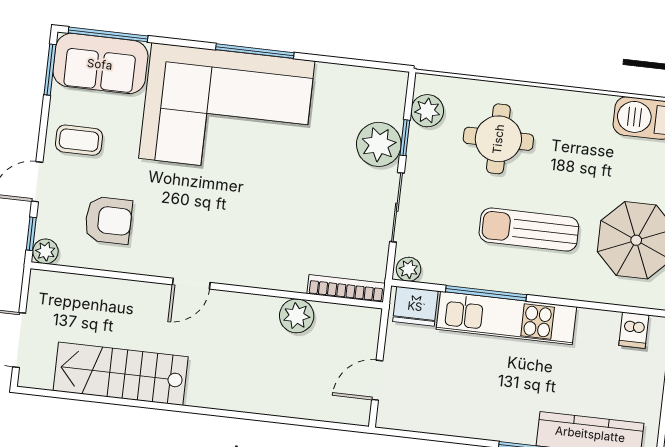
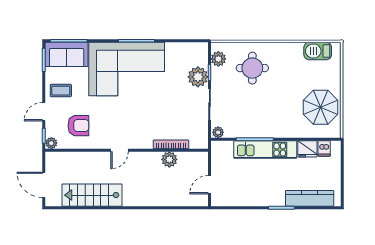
sun lounger: (529, 230) -> (271, 108), removed
bookcase: (346, 288) -> (171, 144), moved
fridge: (415, 306) -> (307, 149), moved

